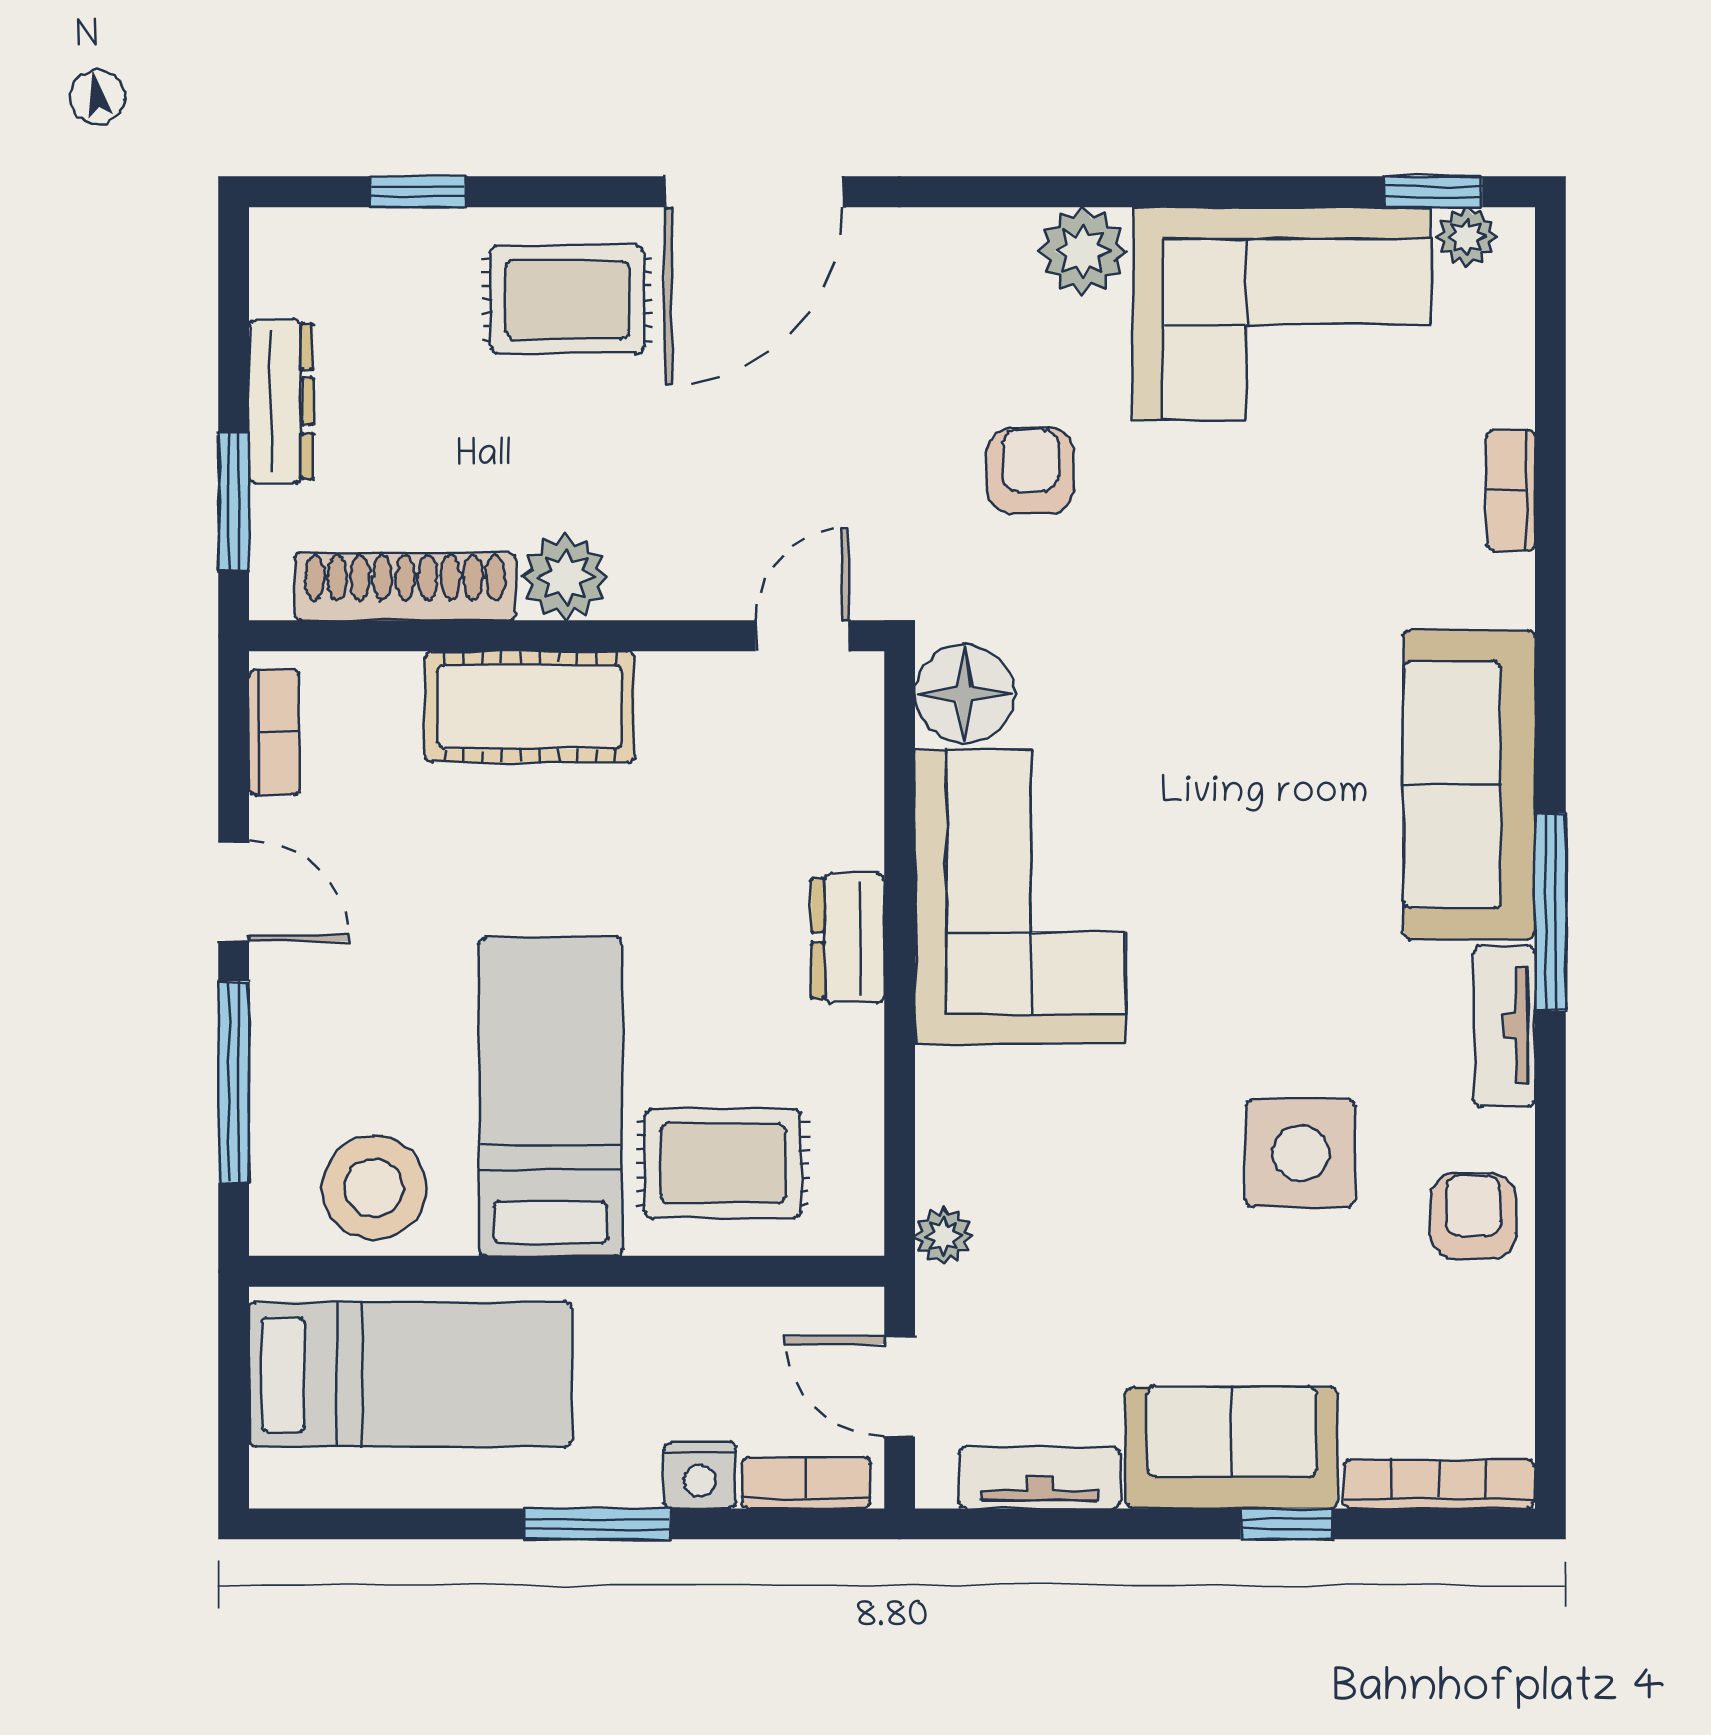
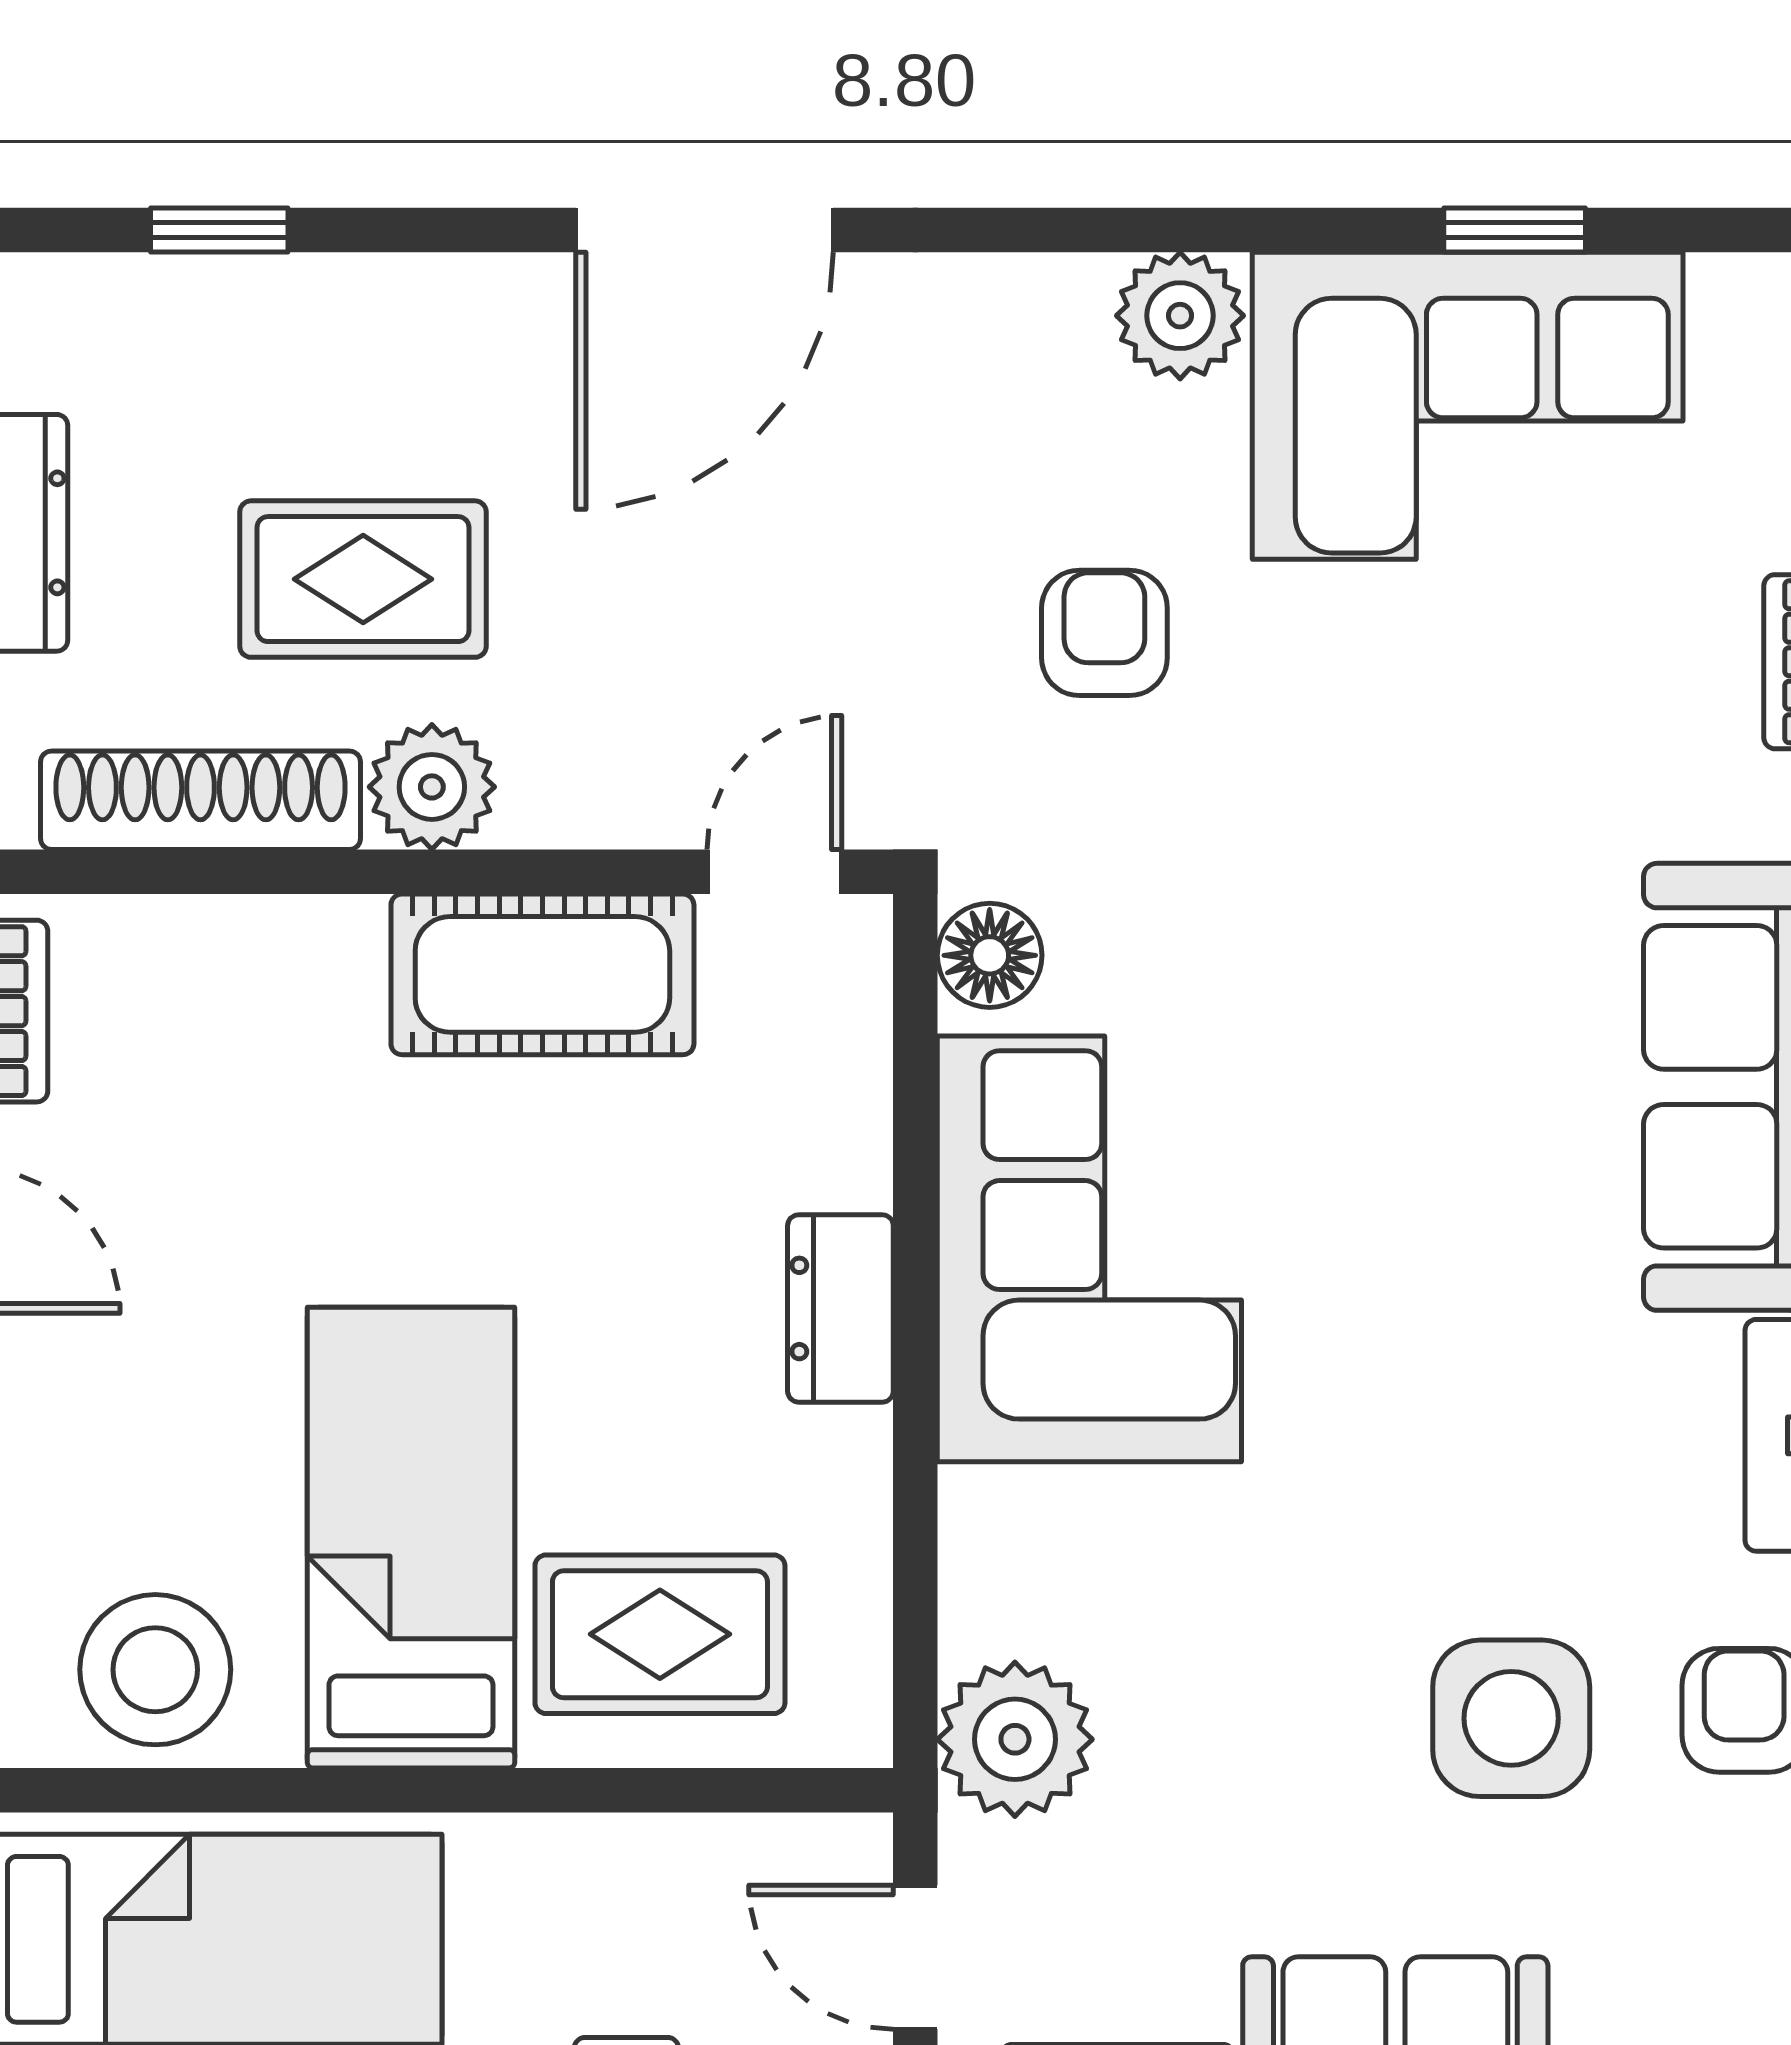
window: (1433, 192) -> (1515, 230), moved
plant: (1466, 237) -> (1735, 295), removed
rug: (567, 300) -> (363, 579), moved
floor lamp: (965, 694) -> (990, 955), width x0.73, depth x0.73
cot: (530, 707) -> (542, 974), moved
side table: (1300, 1153) -> (1511, 1718), moved
plant: (944, 1236) -> (1015, 1739), width x1.87, depth x1.87

